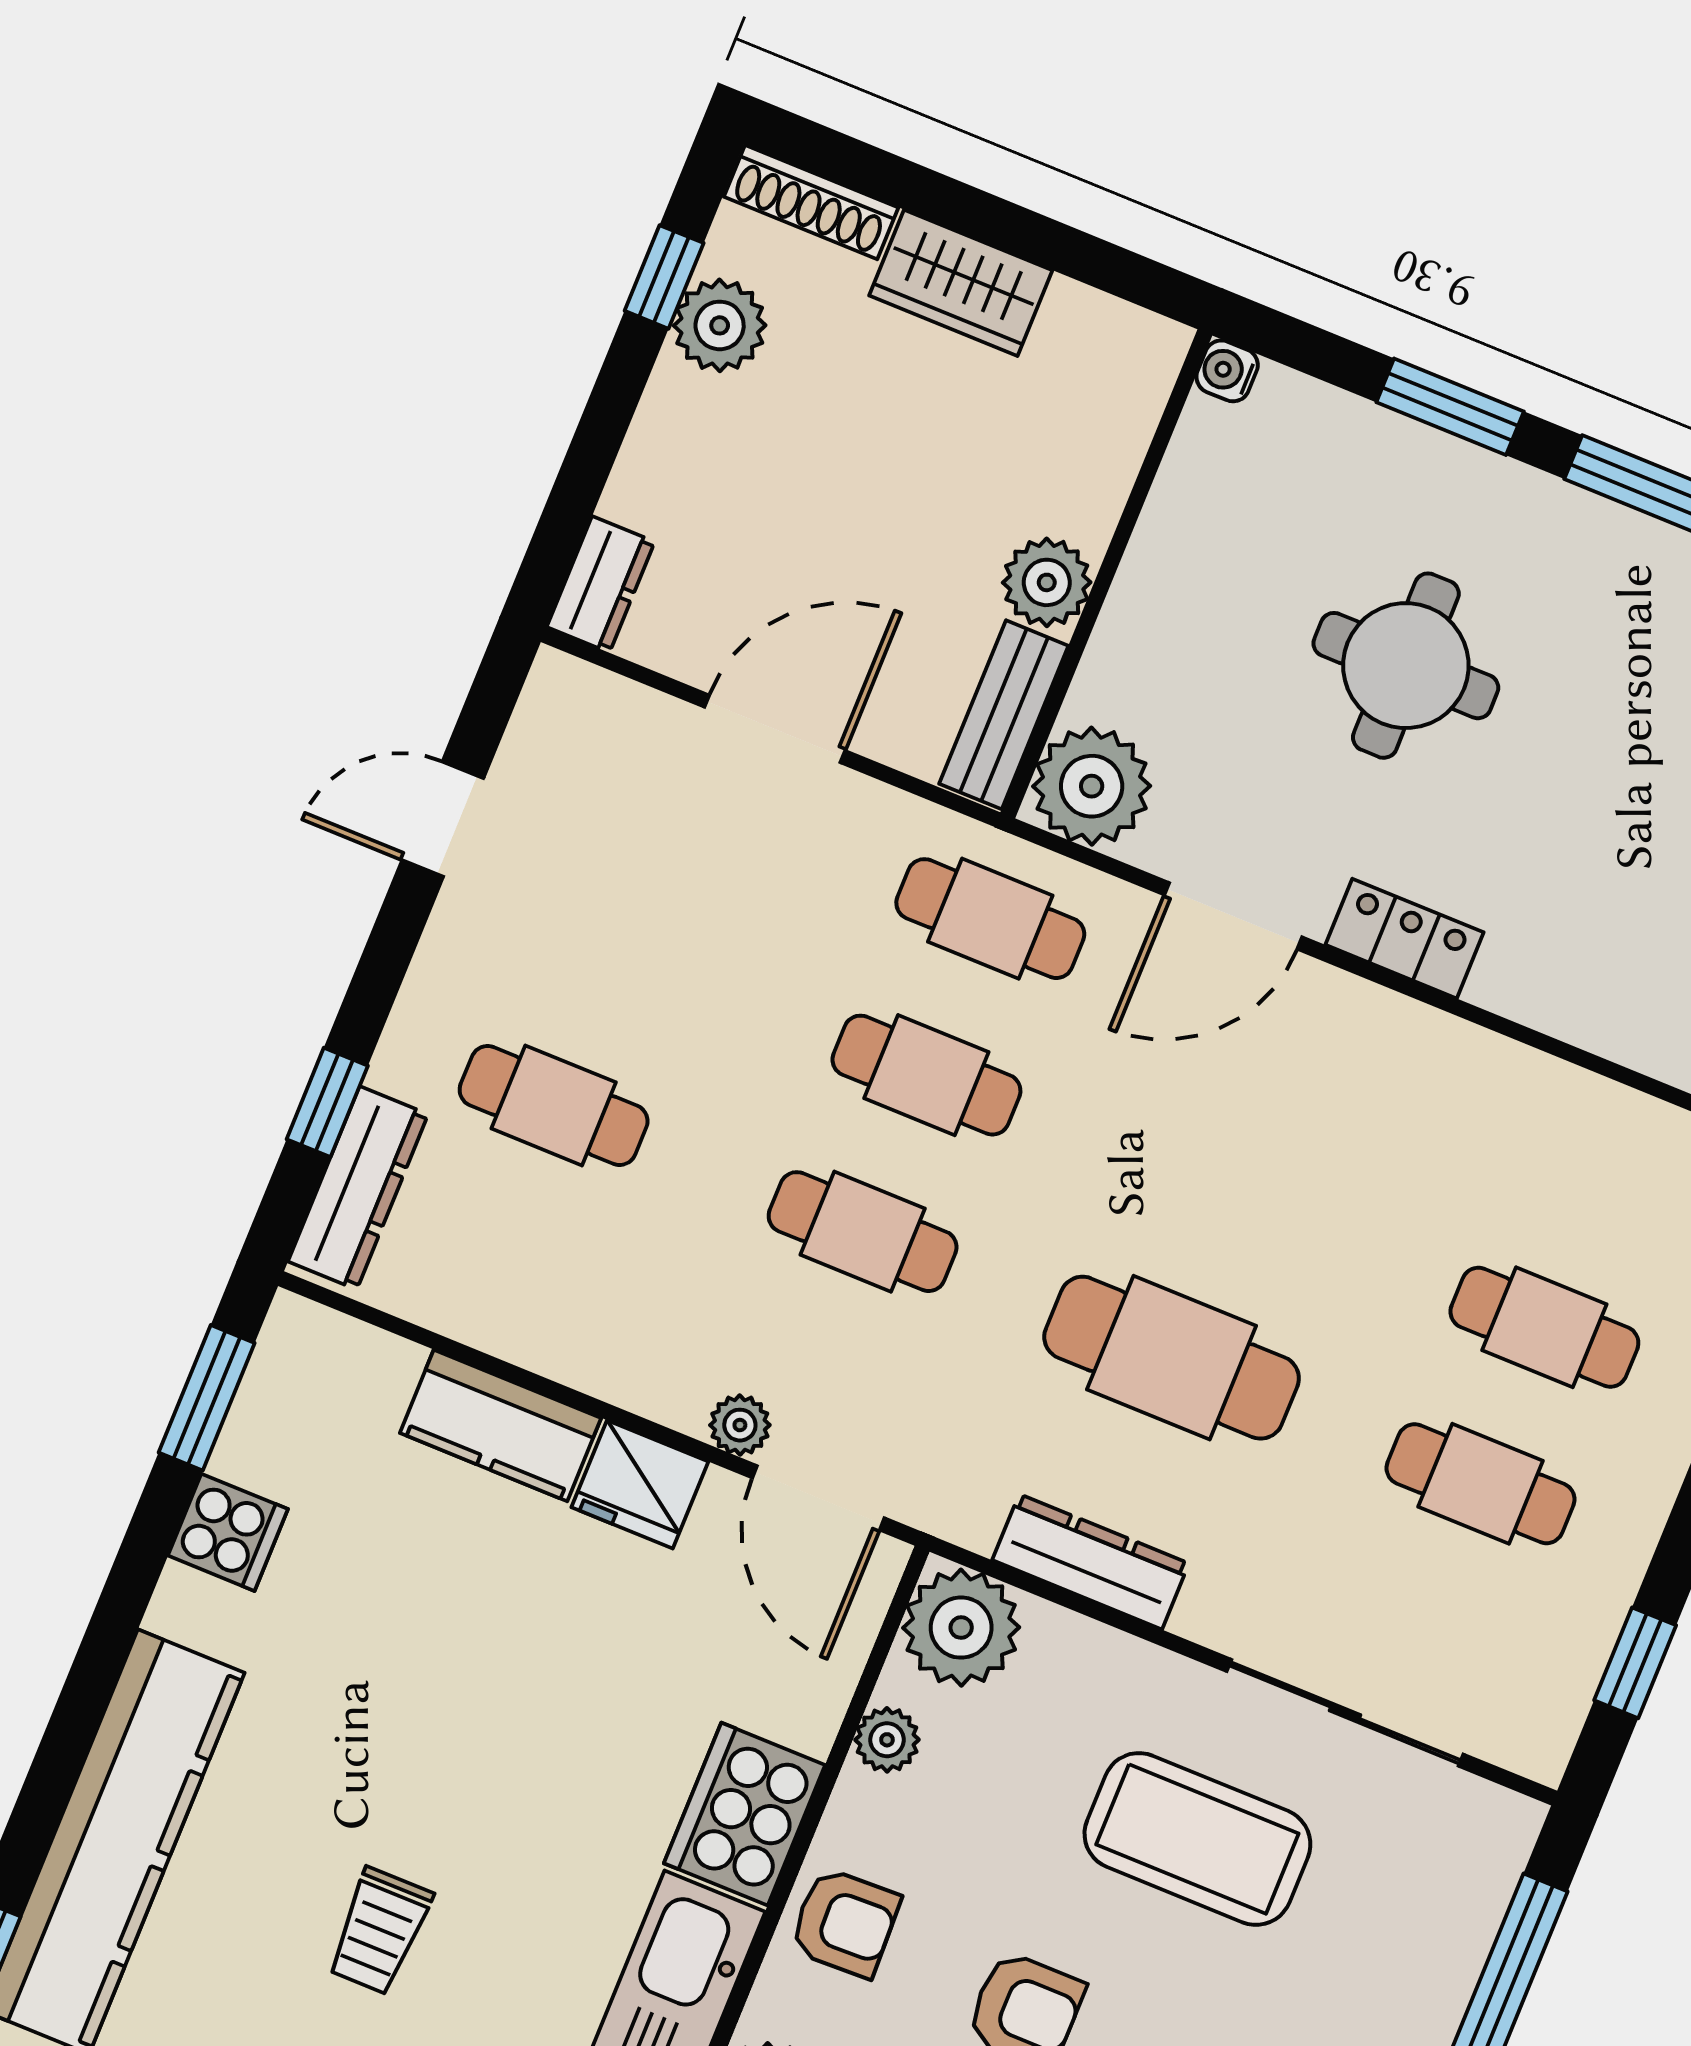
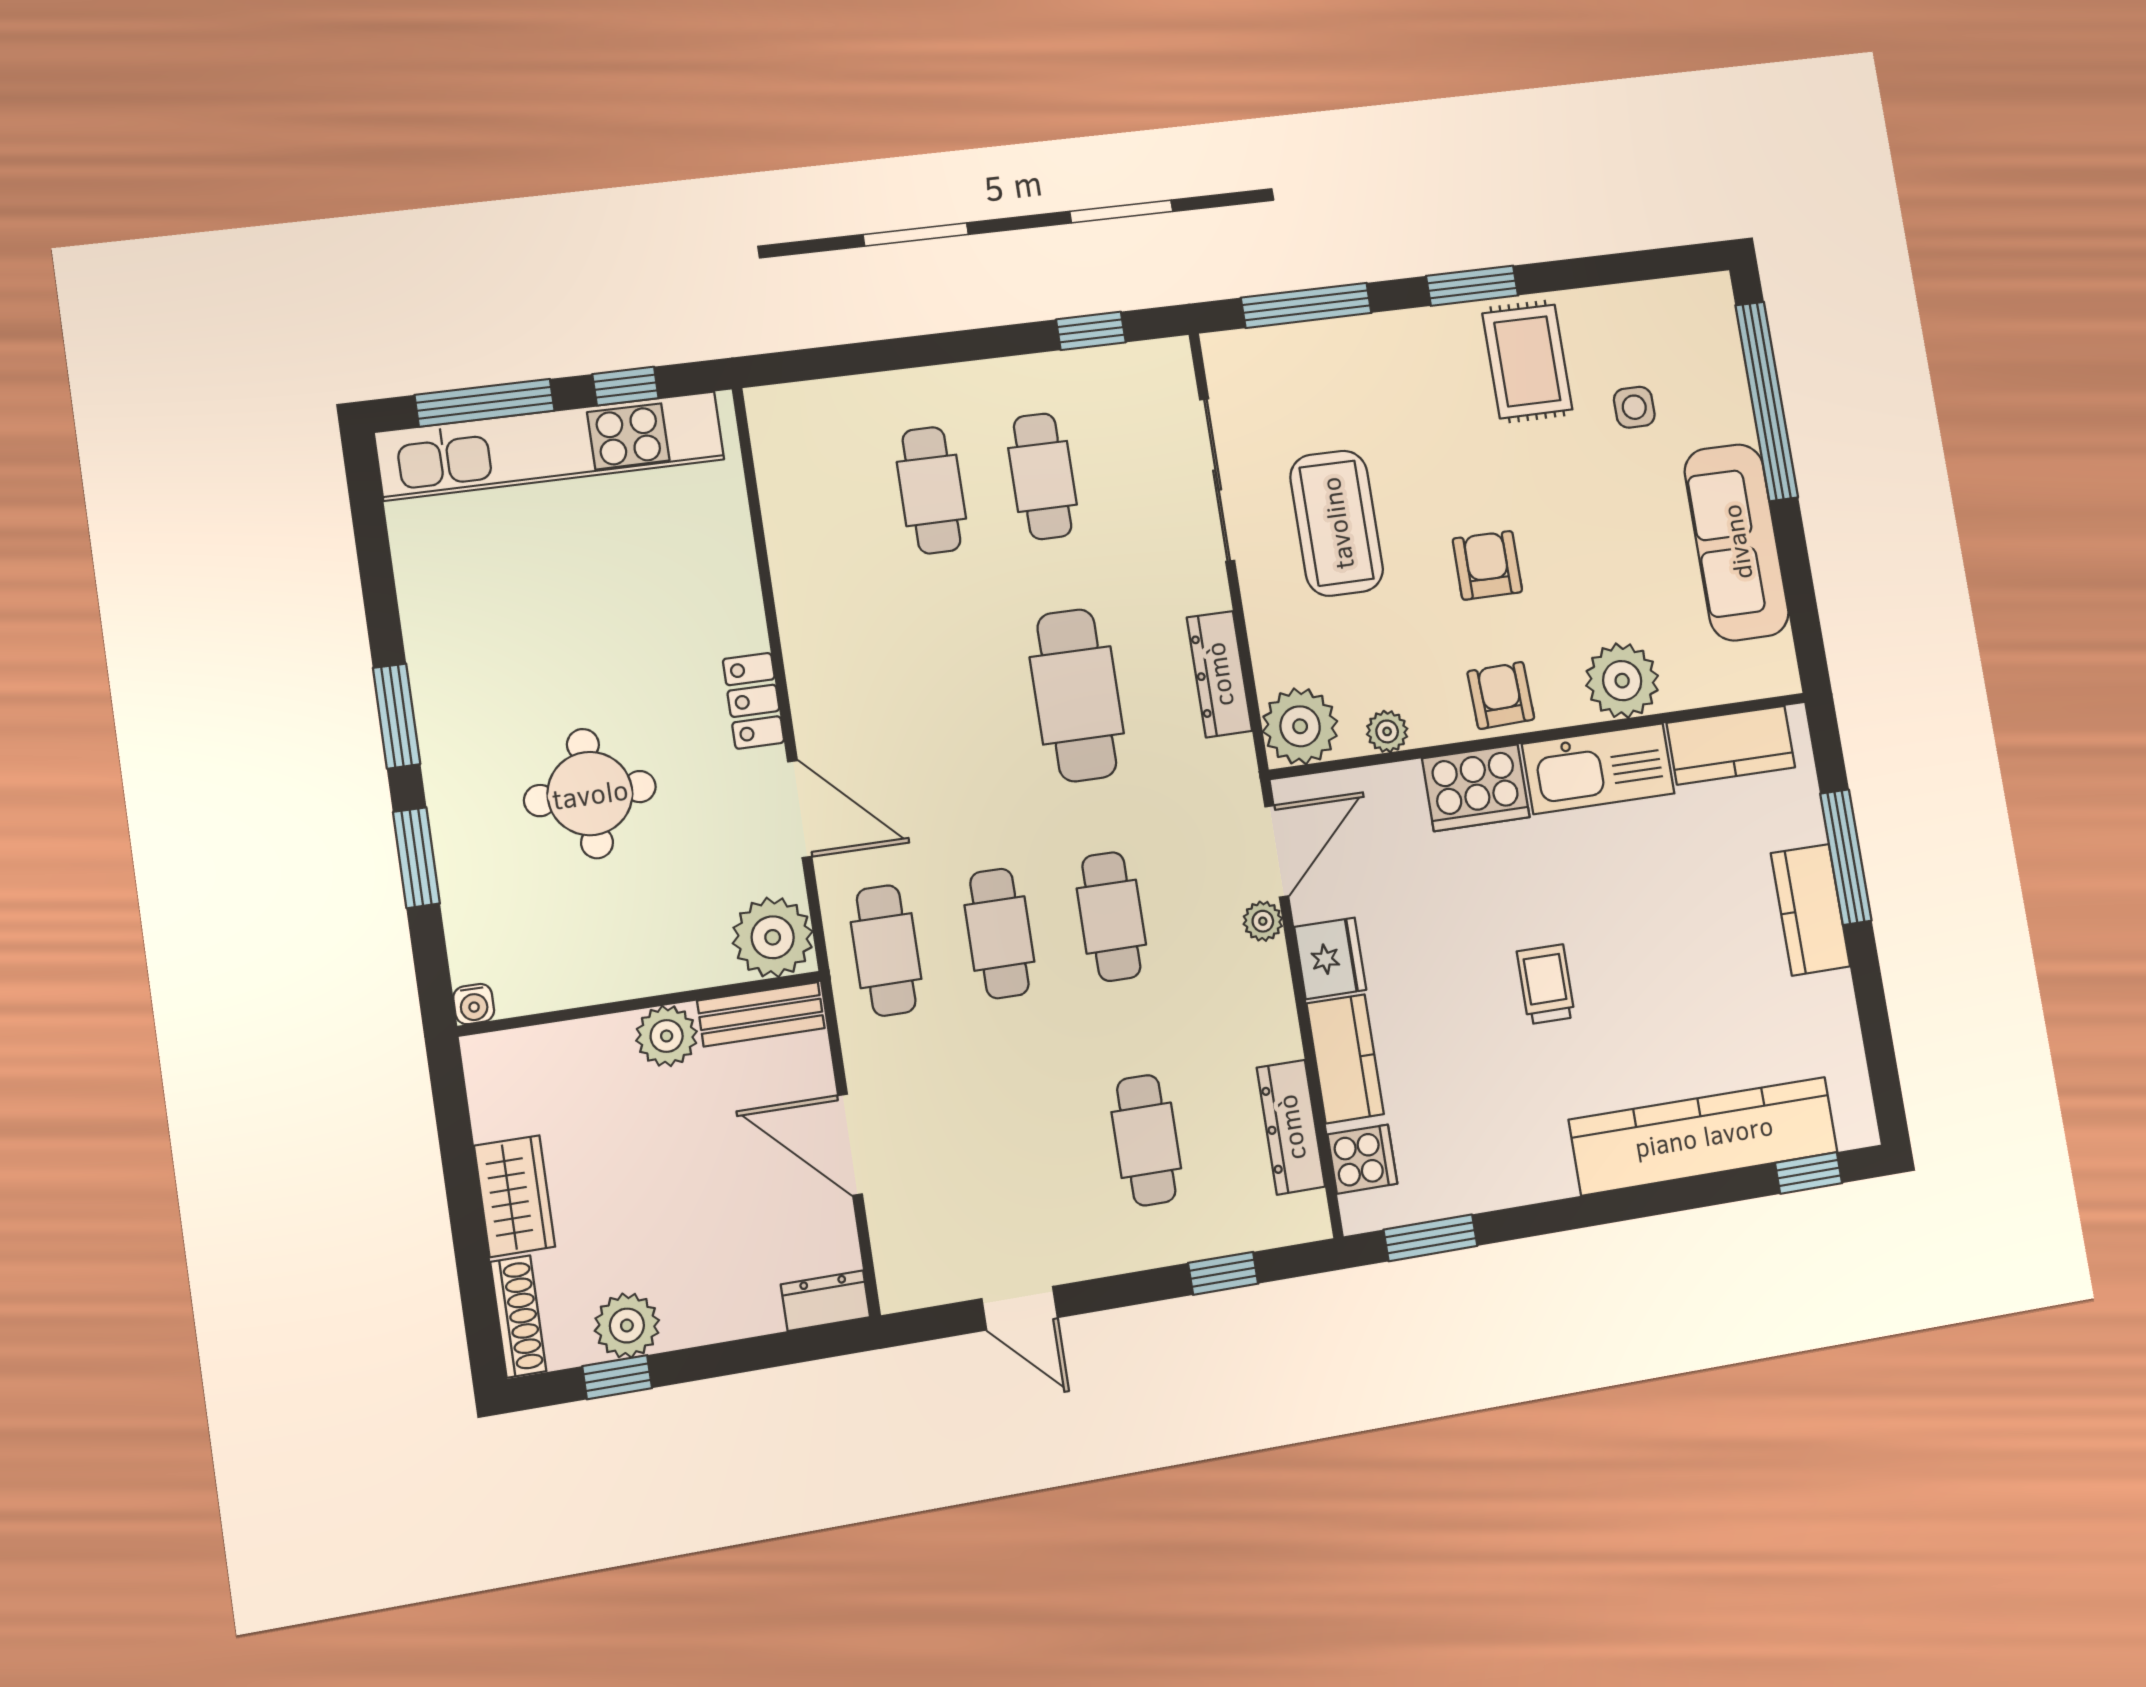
dresser: (358, 1188) -> (1291, 1127), moved, turned -90
cooker: (228, 1532) -> (1362, 1159), moved, turned 90
trolley: (379, 1931) -> (1546, 984), moved, turned -90

